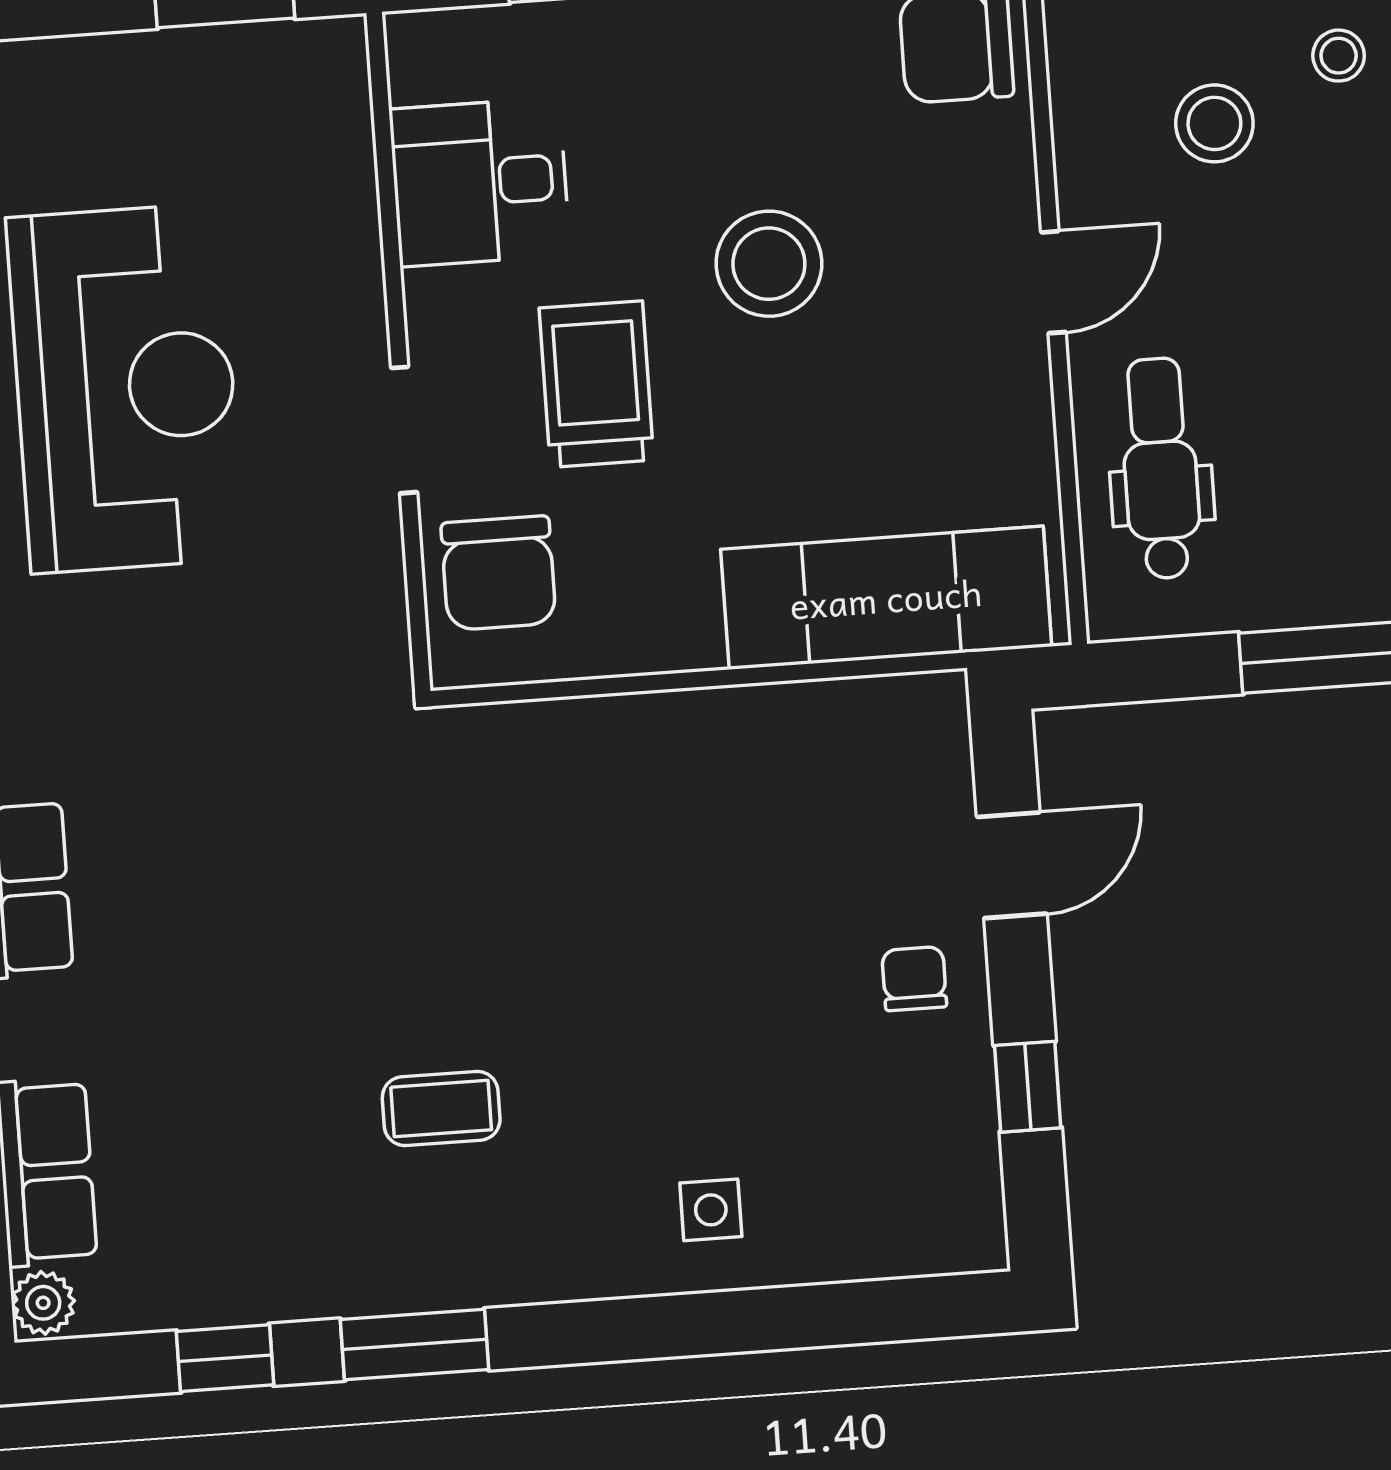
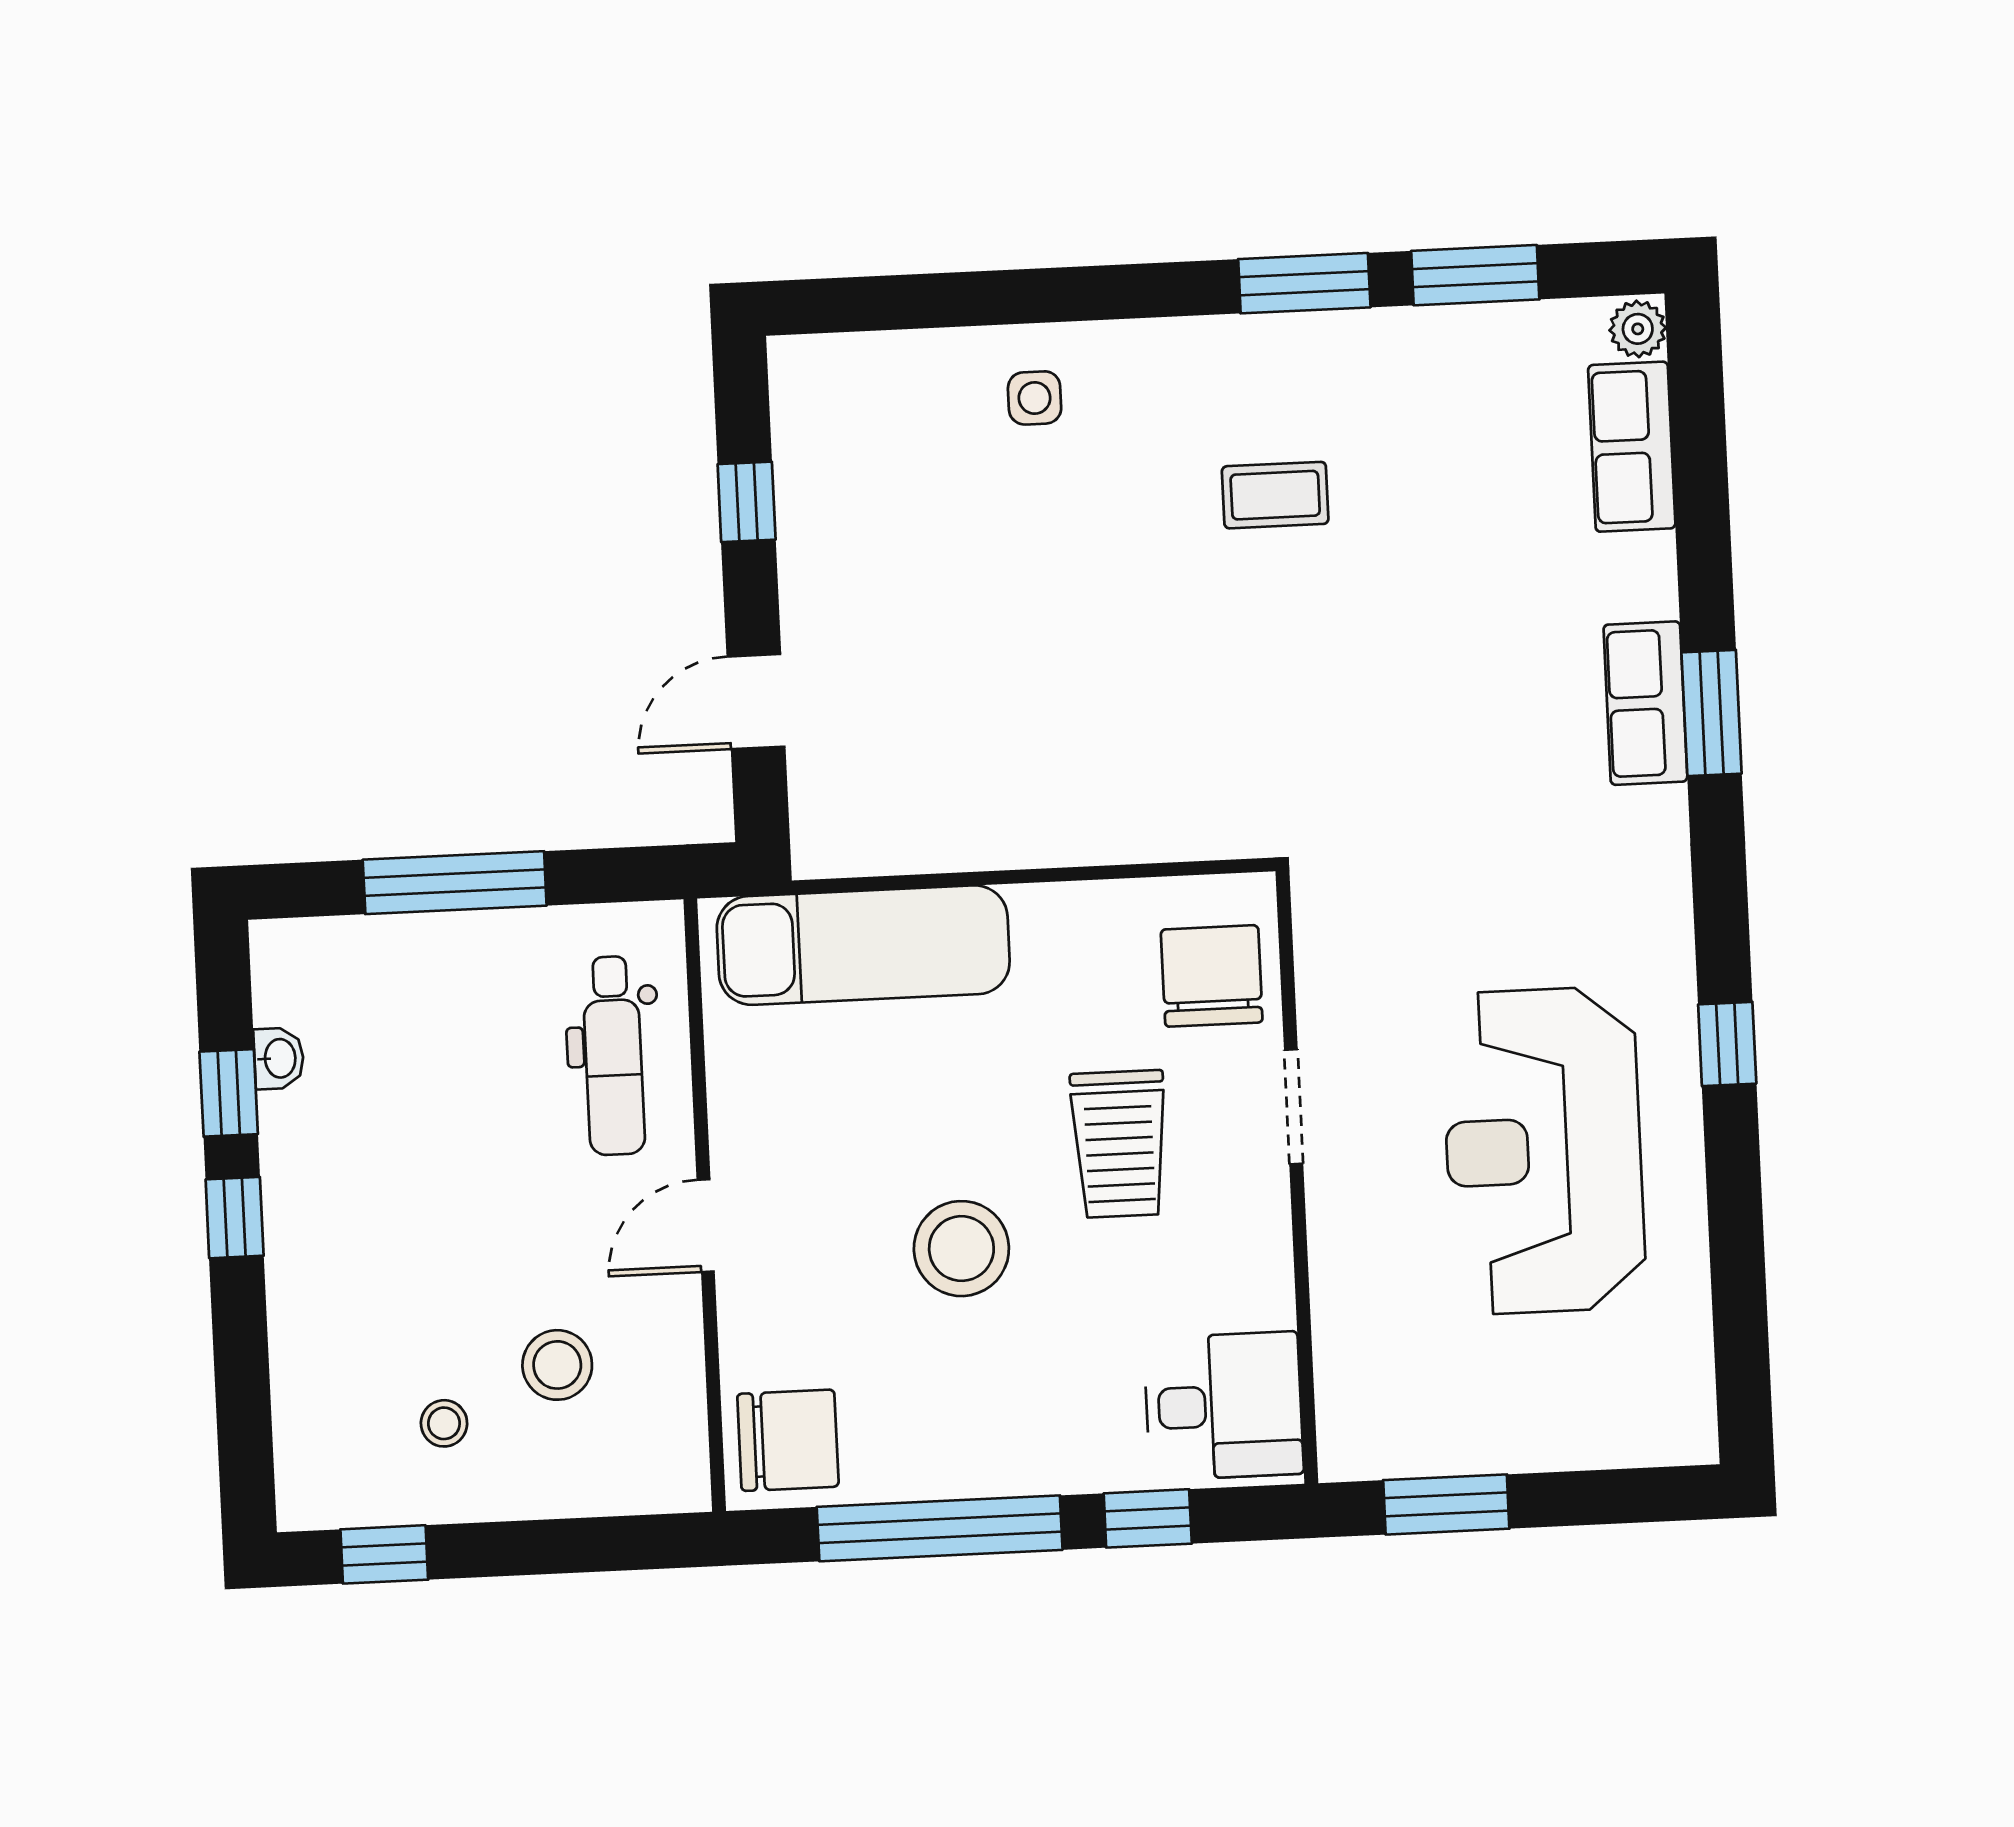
desk: (480, 182) -> (1224, 1406), moved
chair: (914, 979) -> (846, 602), removed
window: (225, 1358) -> (1475, 275), width x1.50

